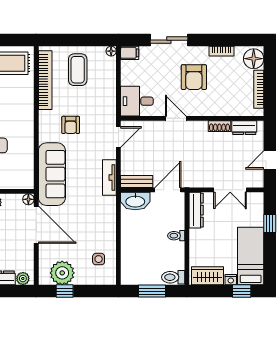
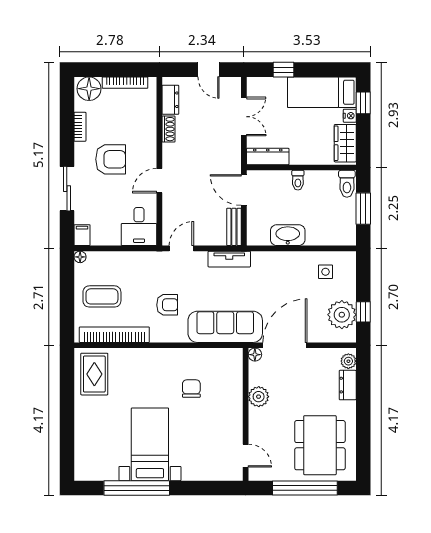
door: (118, 137) -> (181, 248), hinge flipped
washbasin: (135, 201) -> (288, 235), moved, turned -90

